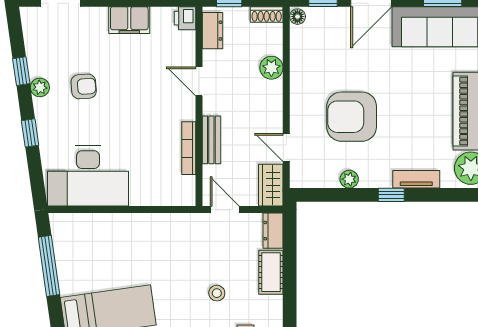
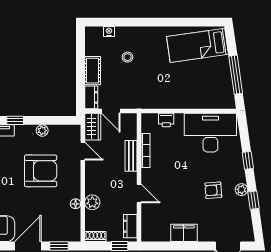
floor lamp: (297, 17) -> (76, 204), moved
printer: (185, 18) -> (166, 120), moved, turned 90
door: (225, 210) -> (111, 111), moved

